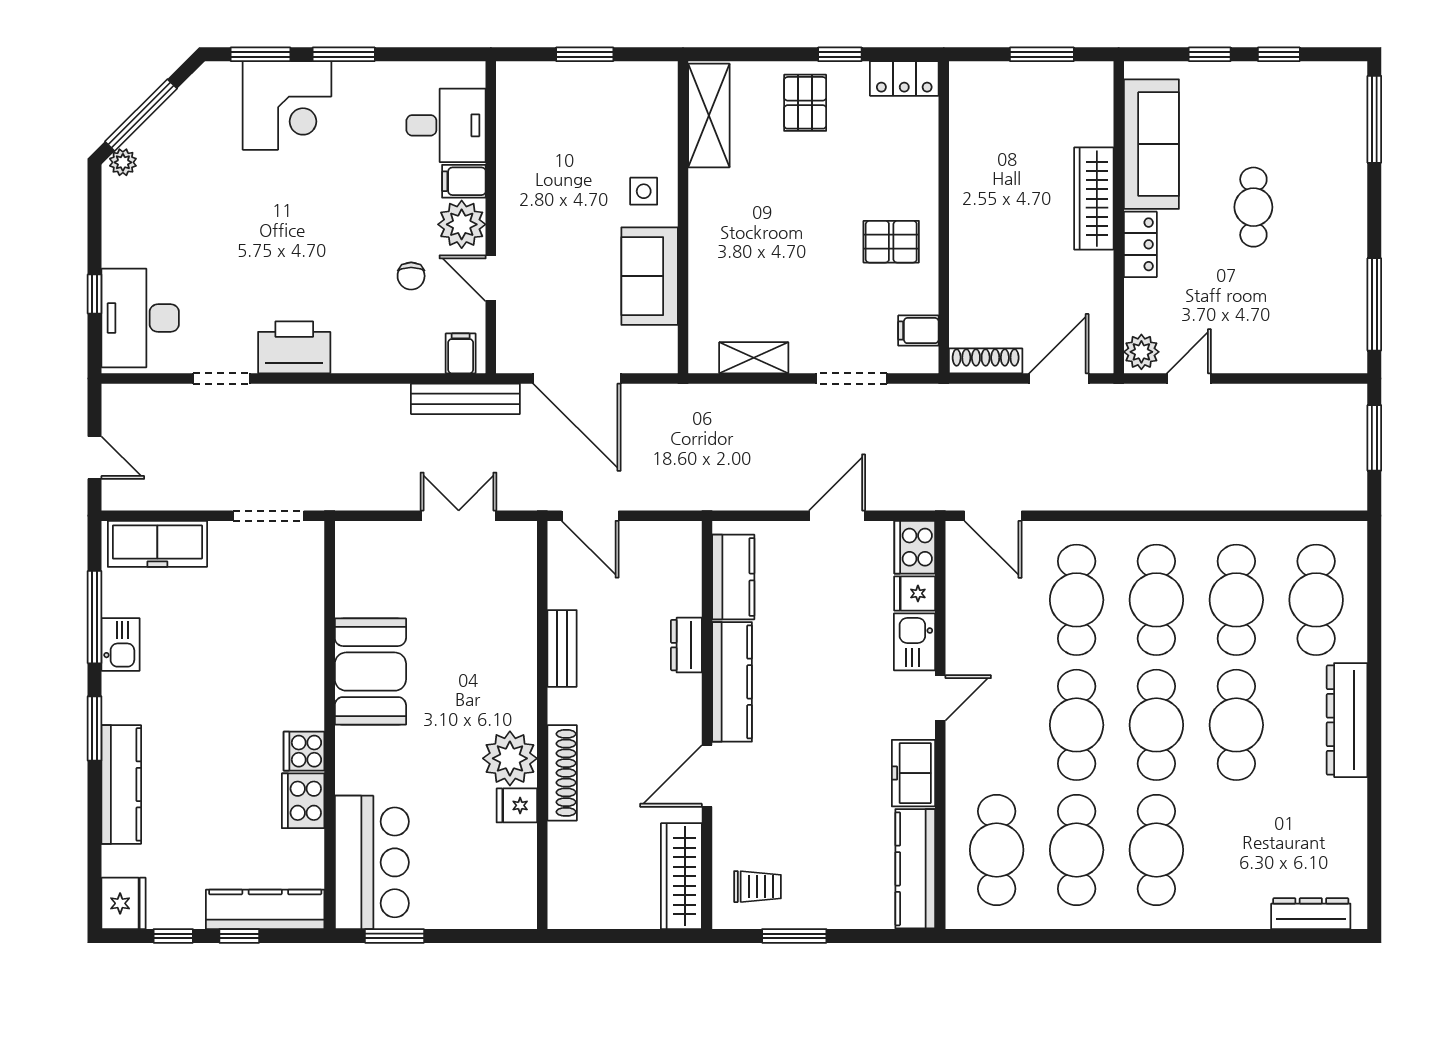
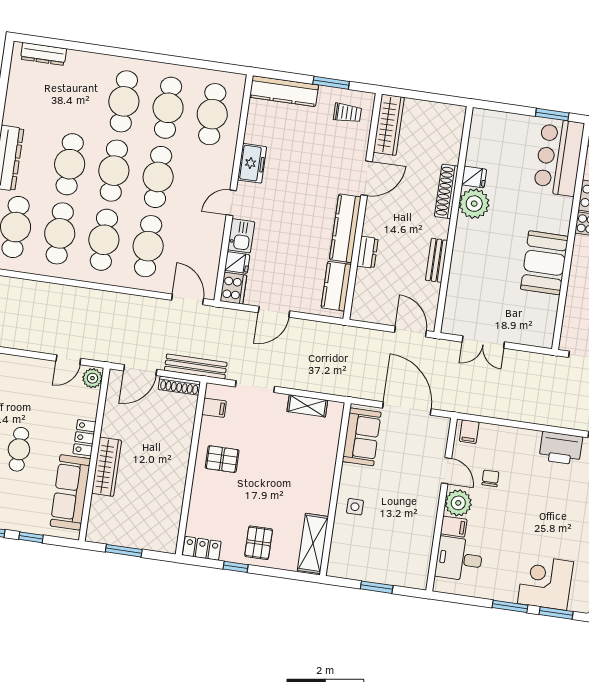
sofa: (650, 276) -> (362, 437), moved
bench: (465, 399) -> (196, 367), moved
kitchen counter: (915, 869) -> (284, 91), moved, turned 90
trolley: (758, 887) -> (347, 113), turned 180

